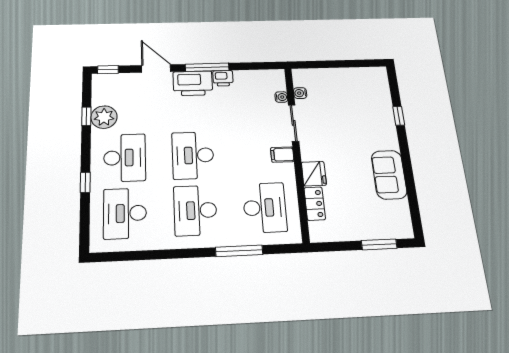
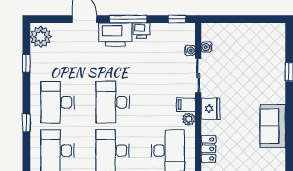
window: (108, 70) -> (177, 19), moved
plant: (104, 117) -> (41, 37), moved
desk: (125, 158) -> (57, 102), turned 180
plant: (287, 170) -> (189, 119), added
fridge: (314, 174) -> (210, 109), moved

